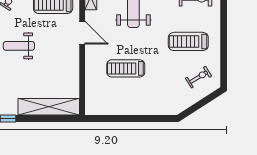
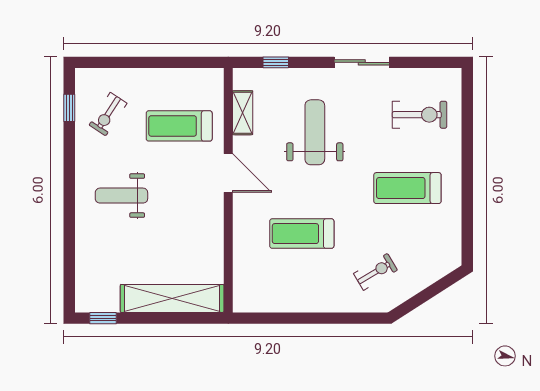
exercise bike: (199, 77) -> (376, 272), moved

